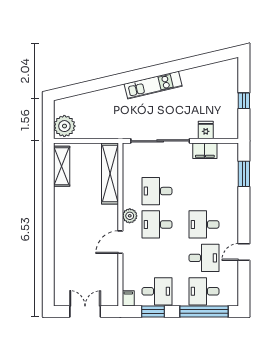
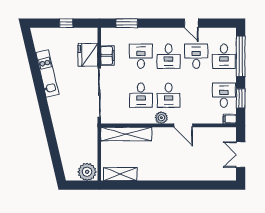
kitchen unit: (153, 85) -> (47, 74), moved
fridge: (206, 130) -> (88, 55), width x1.88, depth x1.34
desk: (204, 191) -> (141, 56), added

